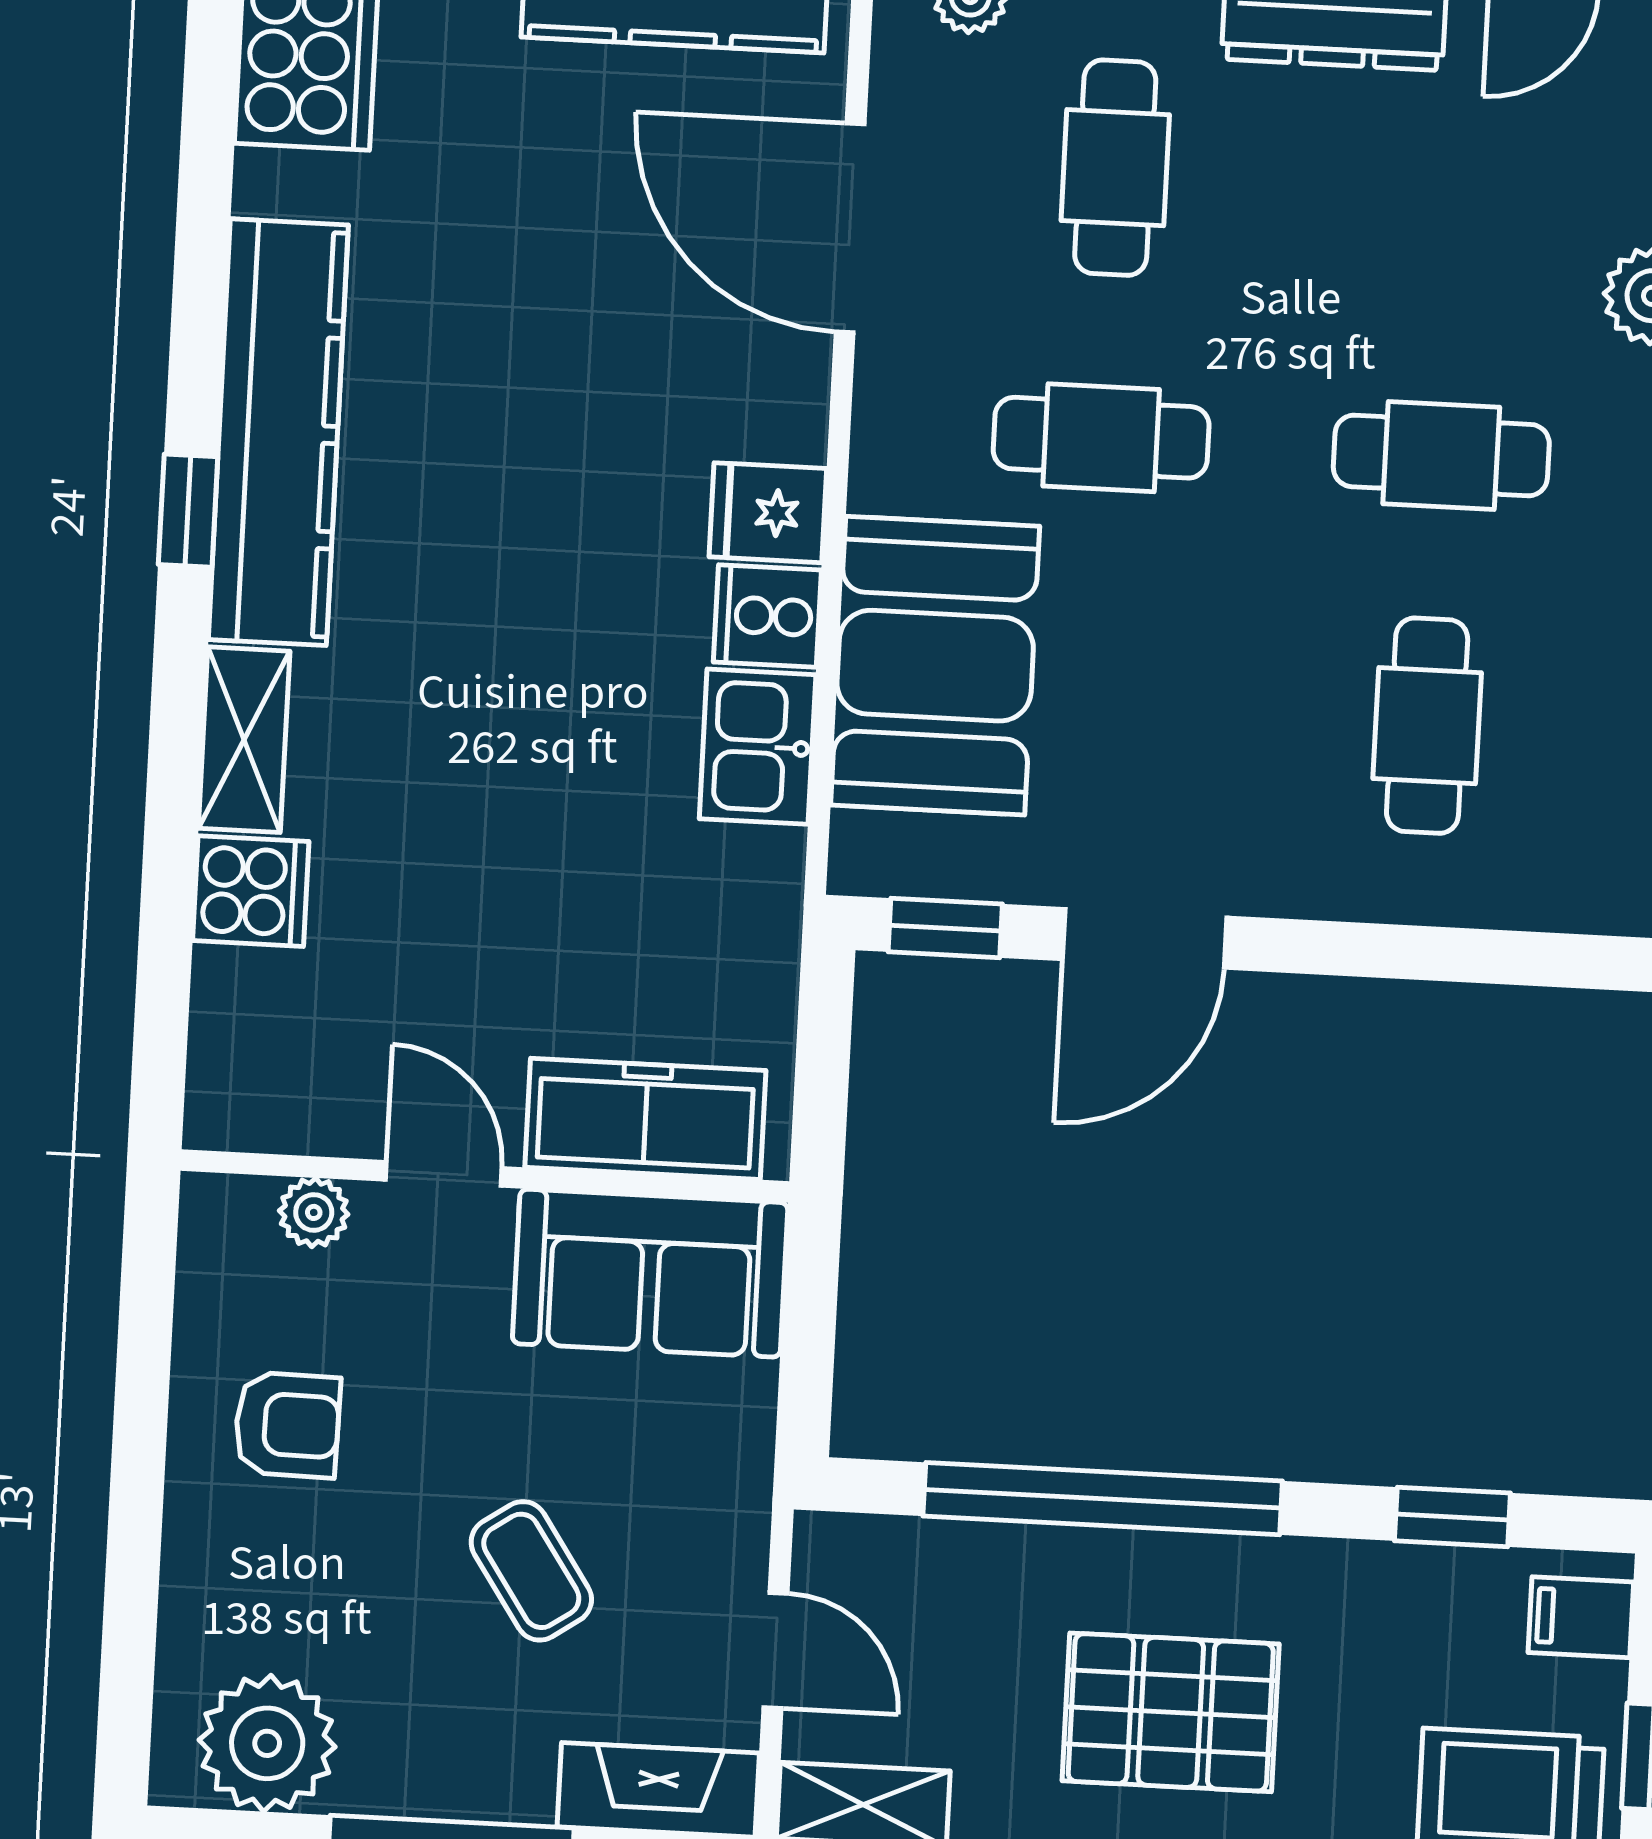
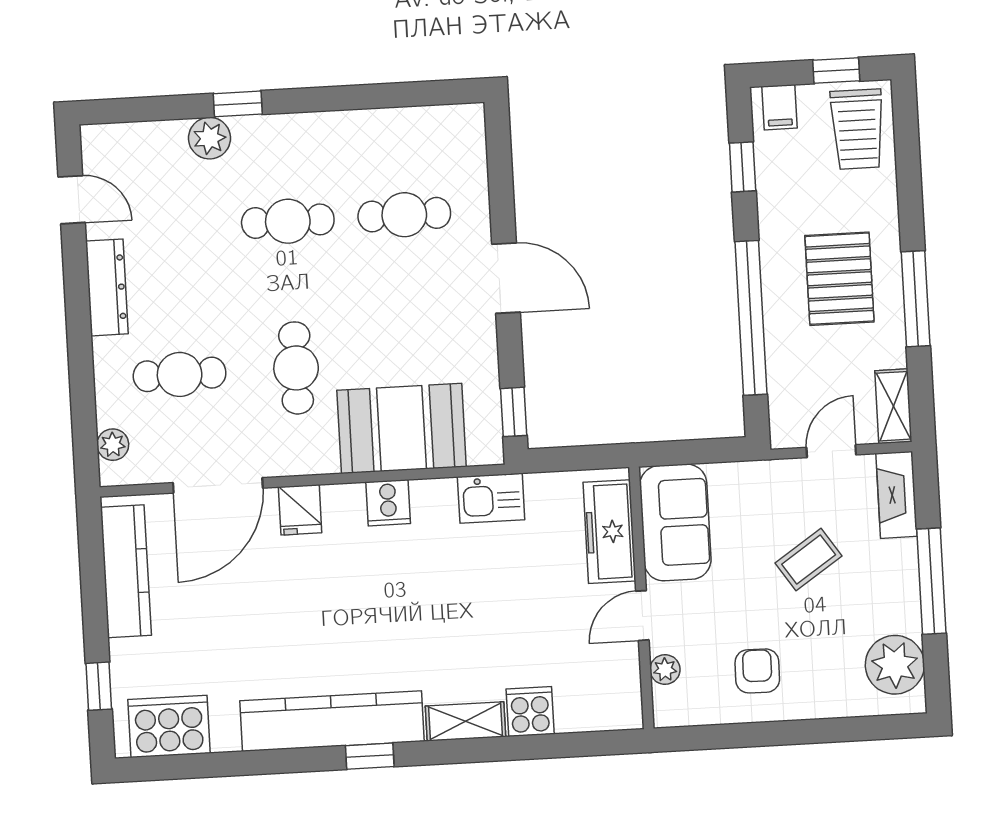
cafe table: (1441, 456) -> (288, 221), turned 90
fridge: (768, 513) -> (300, 510), moved
kitchen sink: (758, 747) -> (491, 498), moved
door: (1145, 938) -> (506, 278), moved

